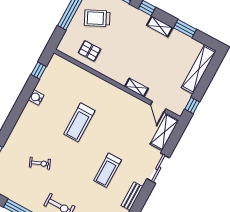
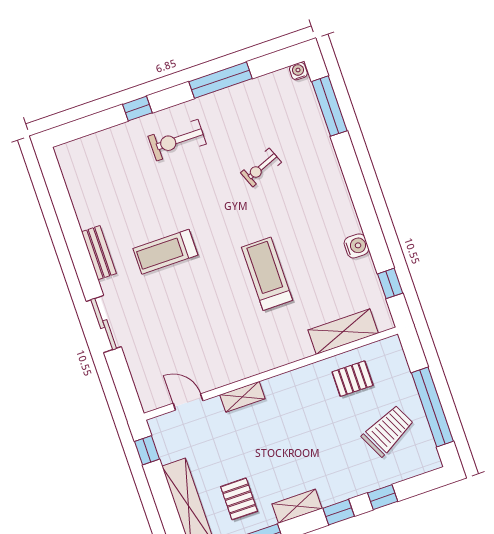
pallet: (178, 52) -> (239, 499), added
shelving: (164, 132) -> (343, 332), moved, turned 90
treadmill: (108, 170) -> (165, 252), turned -90

